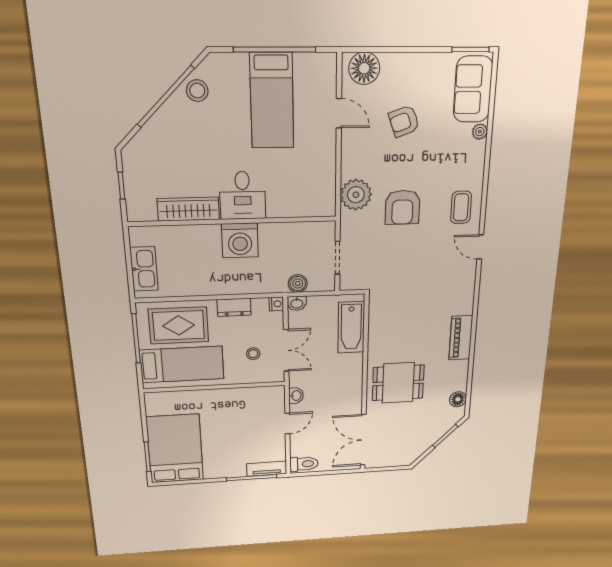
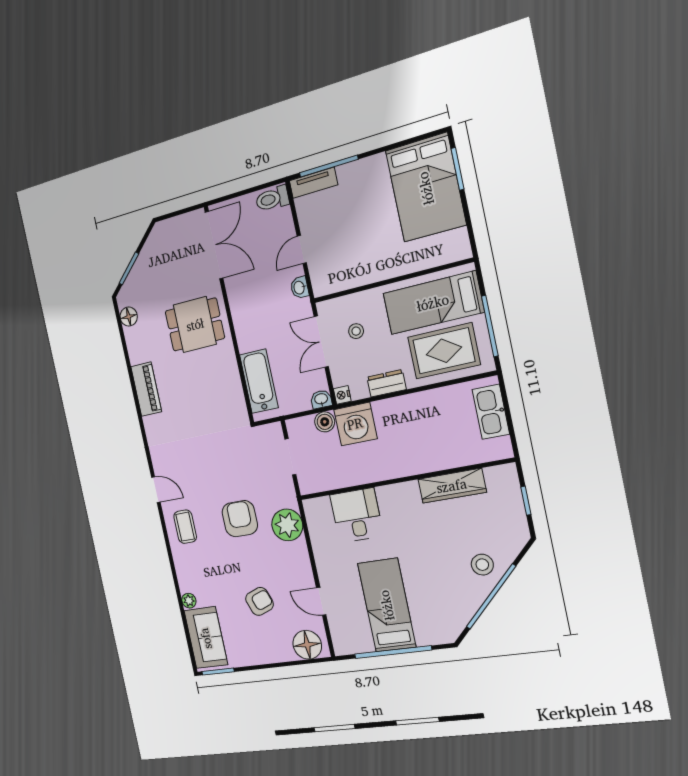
stool: (197, 91) -> (482, 565), moved
desk: (243, 195) -> (357, 515), moved
washing machine: (240, 240) -> (355, 424), moved, turned 180

